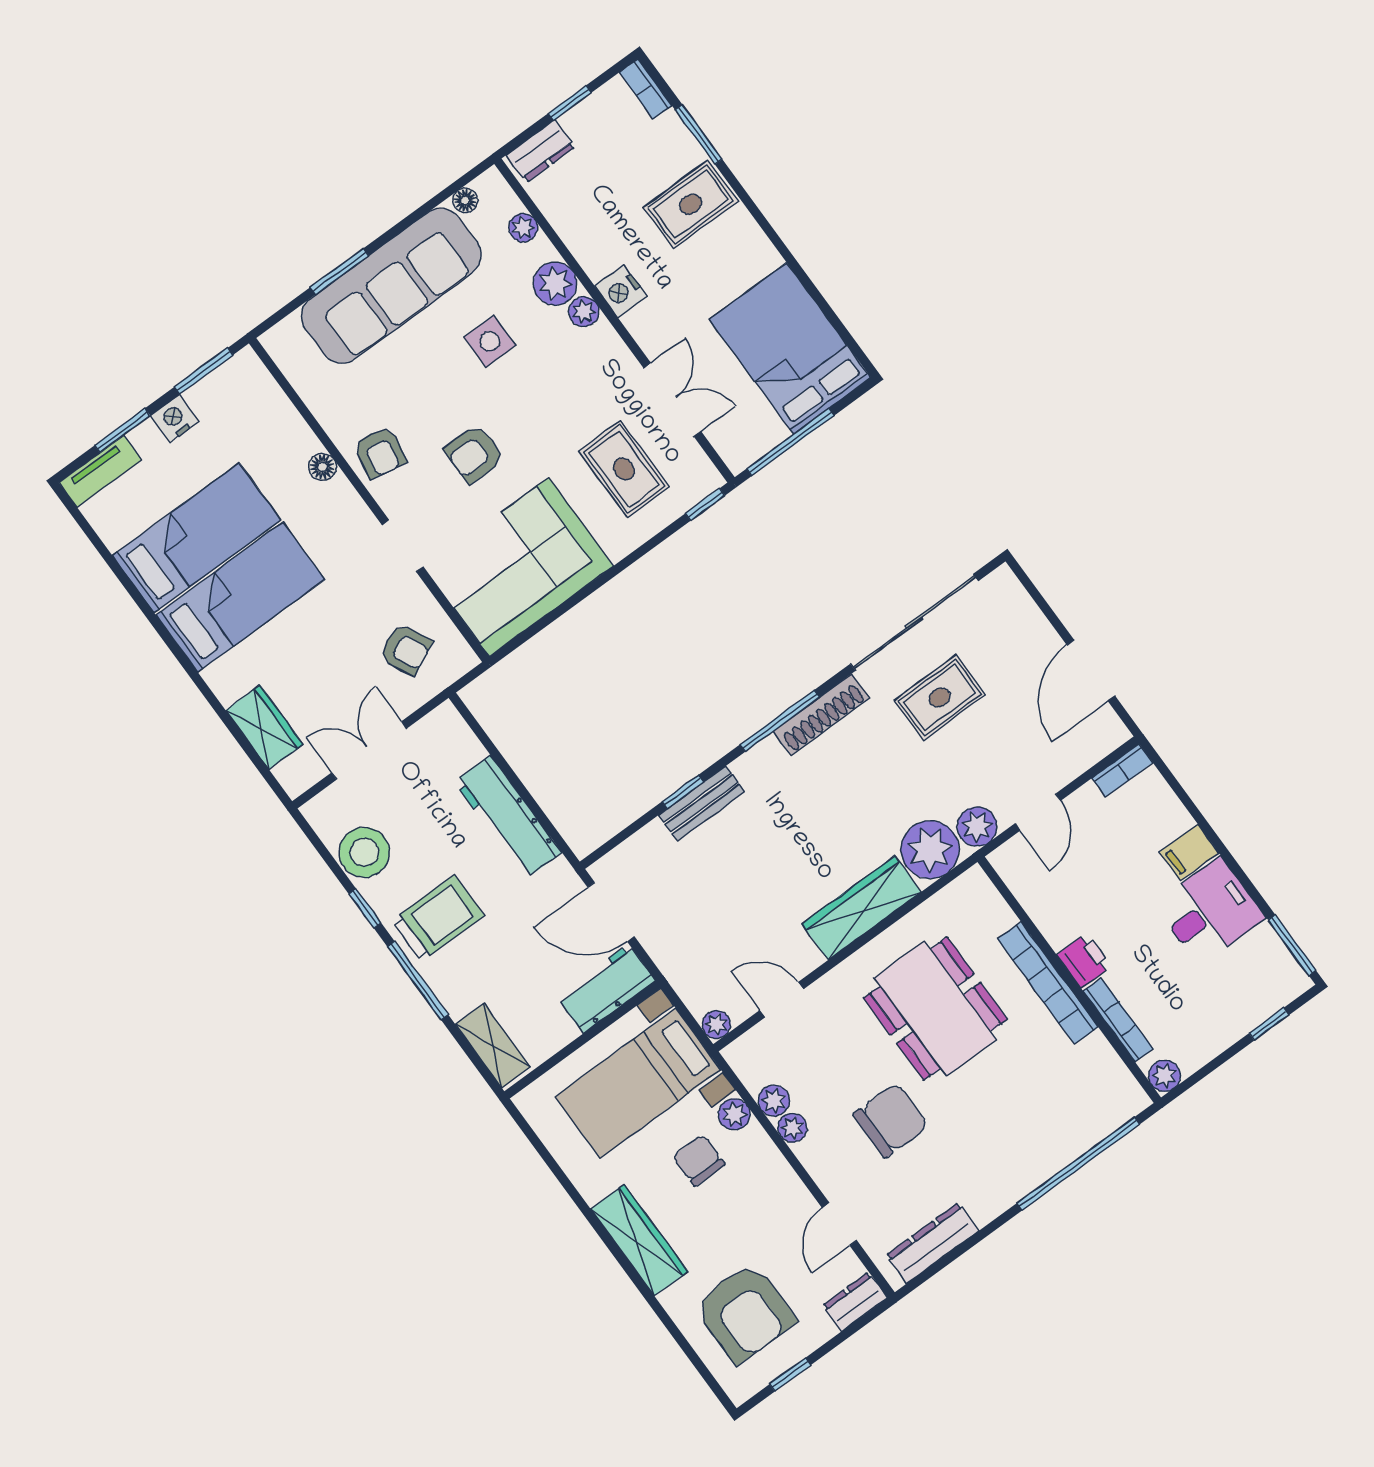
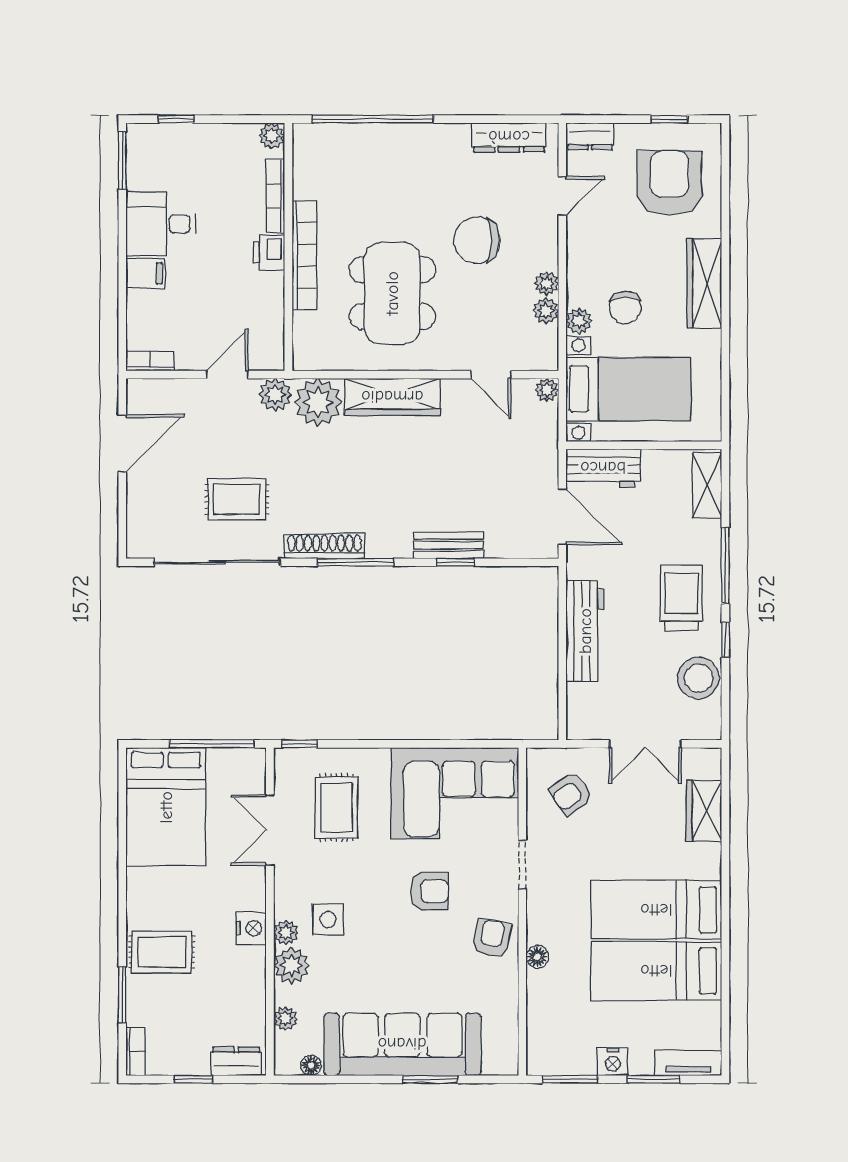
side table: (490, 341) -> (328, 919), moved
armchair: (406, 650) -> (571, 794), turned -99
trolley: (438, 918) -> (681, 598), turned 90

